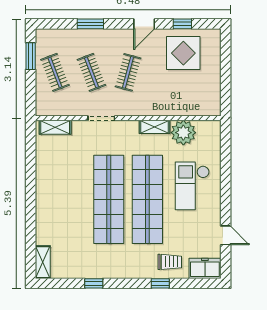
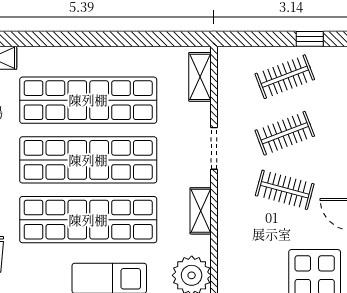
window: (31, 56) -> (310, 39), width x0.67
shelving: (154, 127) -> (201, 211), moved
shop shelf: (70, 199) -> (88, 100), added

